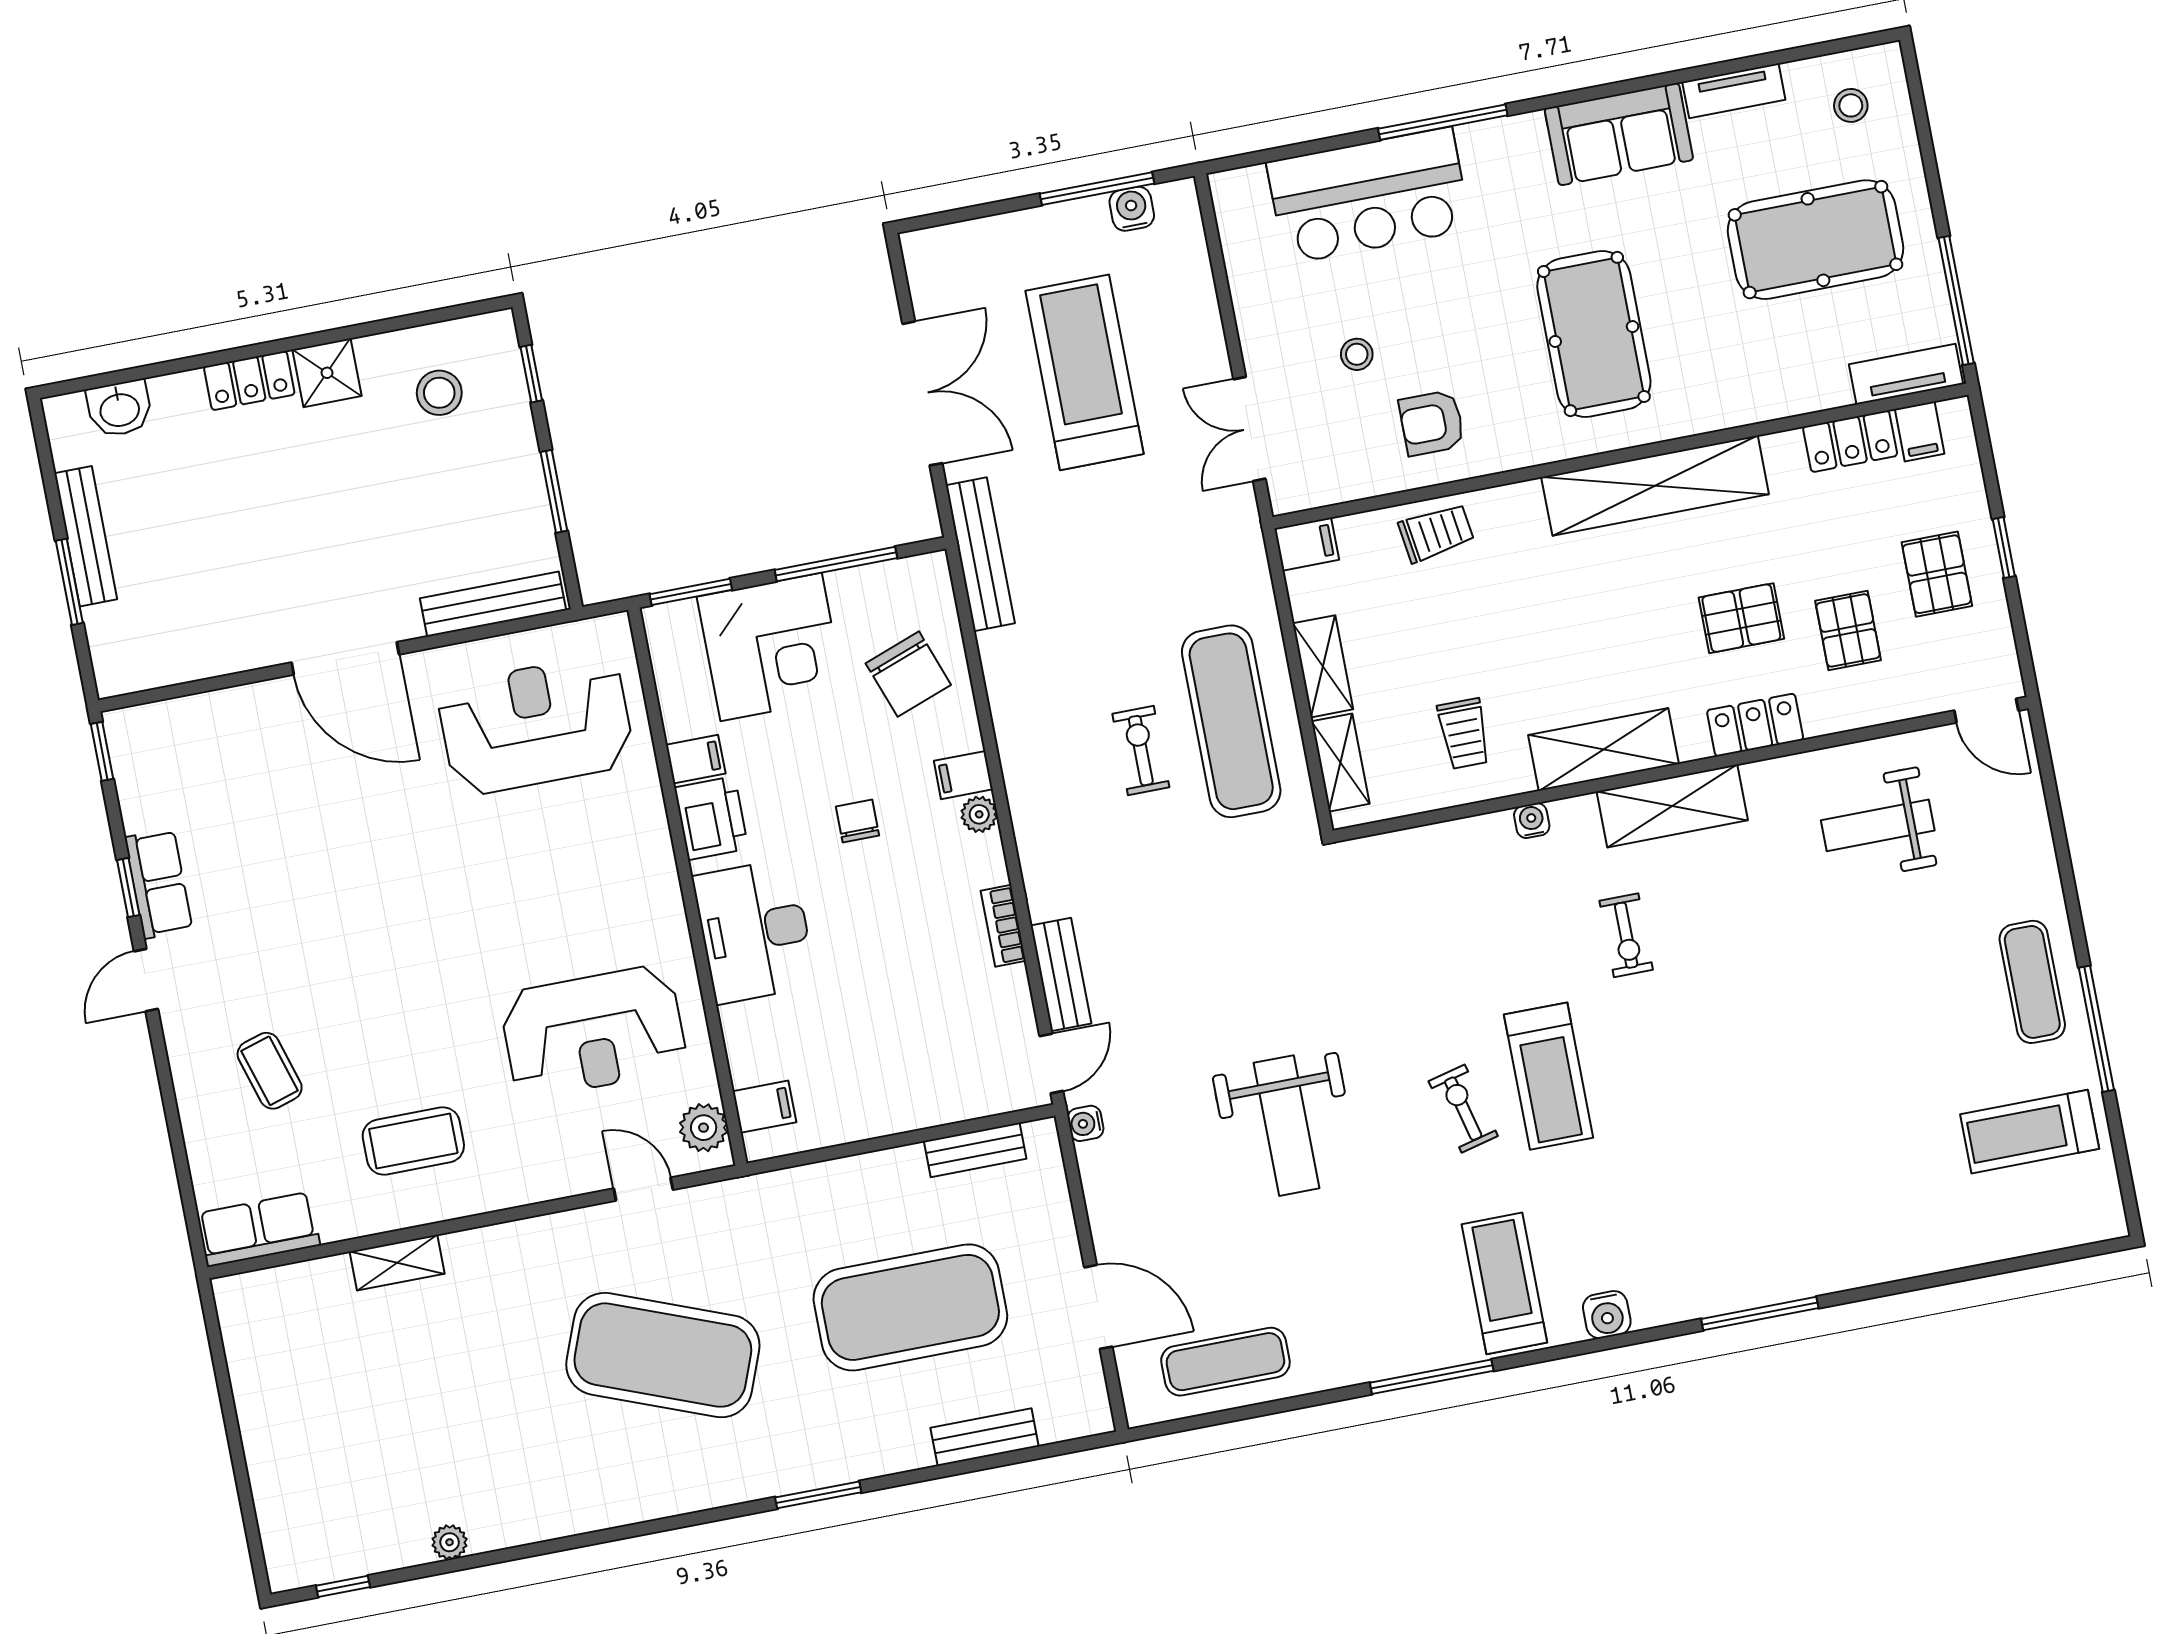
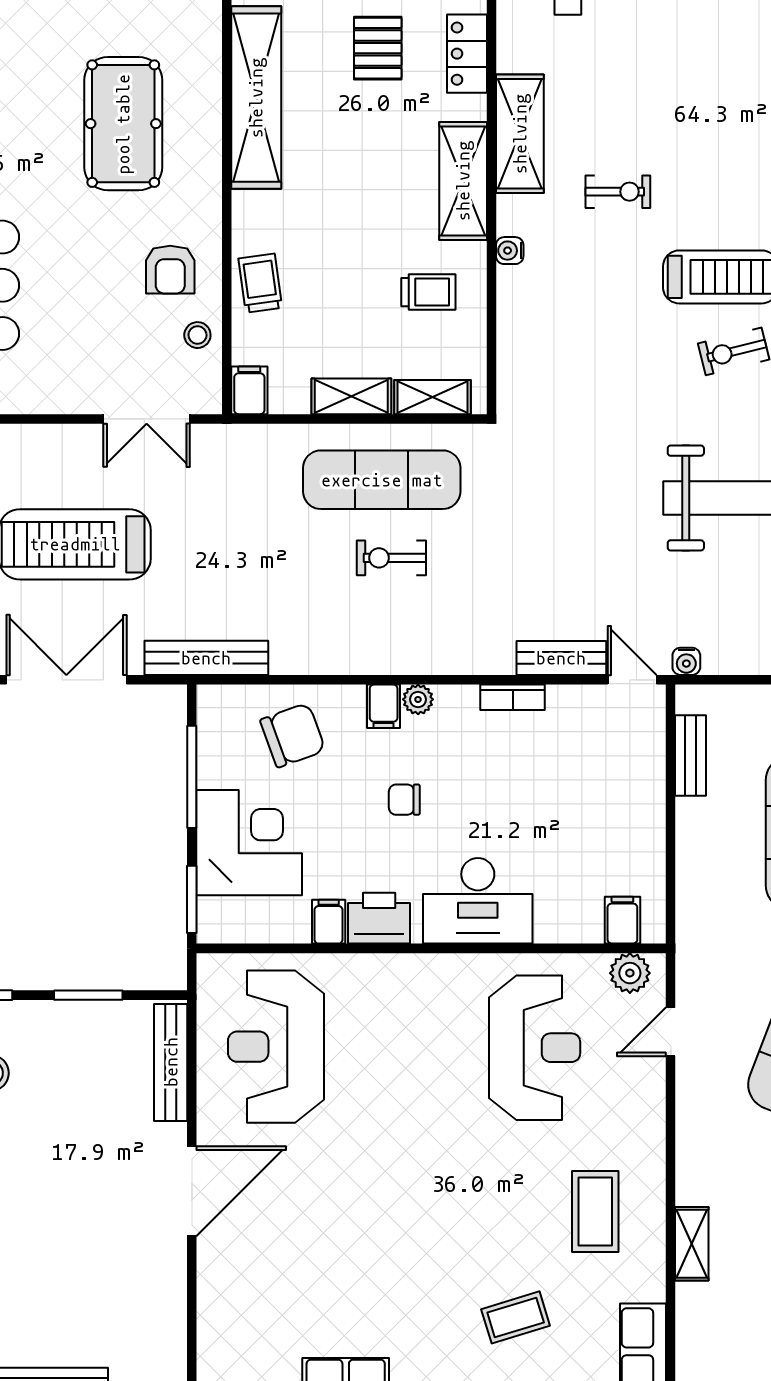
pool table: (1594, 334) -> (123, 124), turned 90
stool: (1357, 354) -> (197, 335), moved

